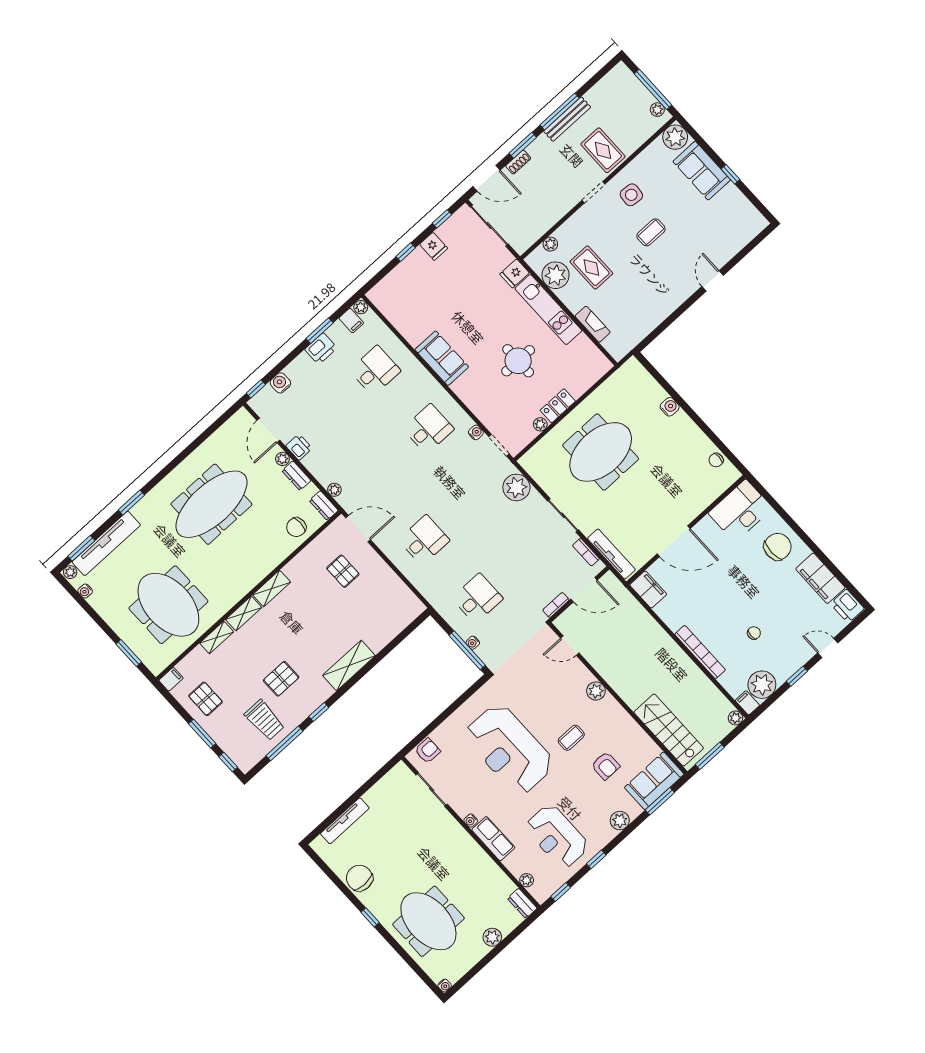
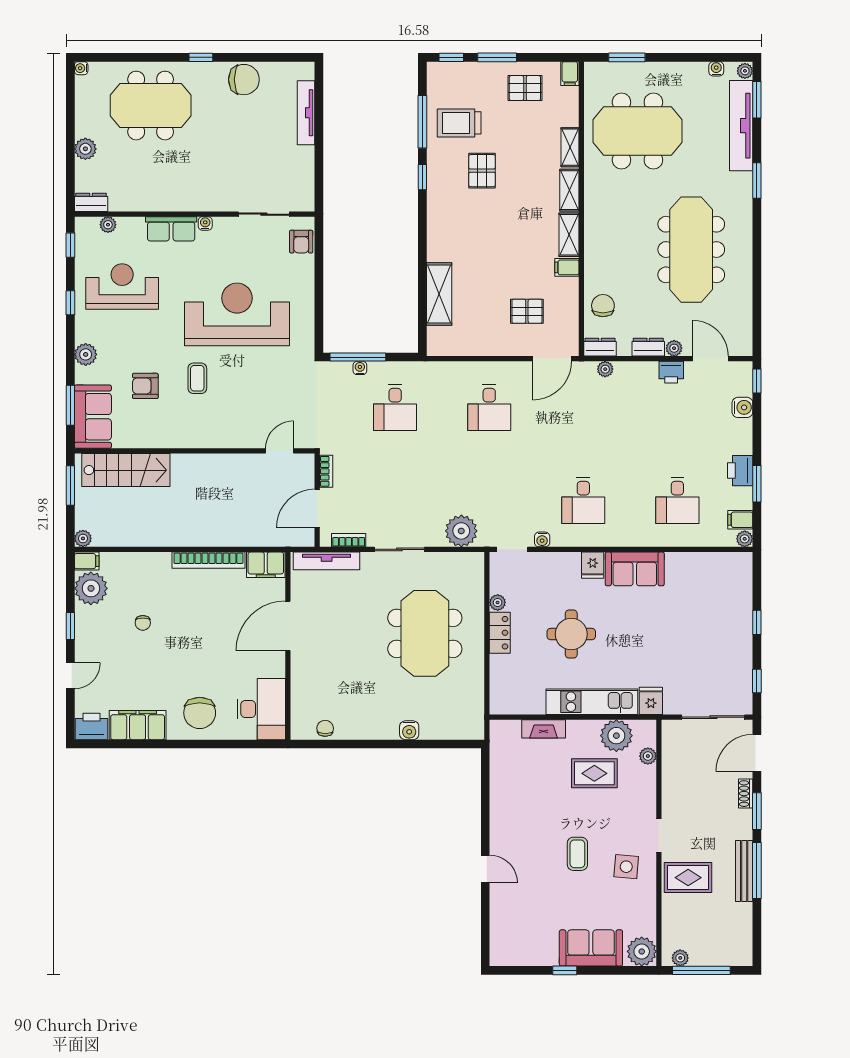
fridge: (434, 246) -> (593, 565), moved, turned -90
filing cabinet: (293, 571) -> (567, 267), added
bookcase: (700, 652) -> (208, 560), moved
shelving: (349, 666) -> (439, 294), moved
plant: (596, 691) -> (219, 437), removed

